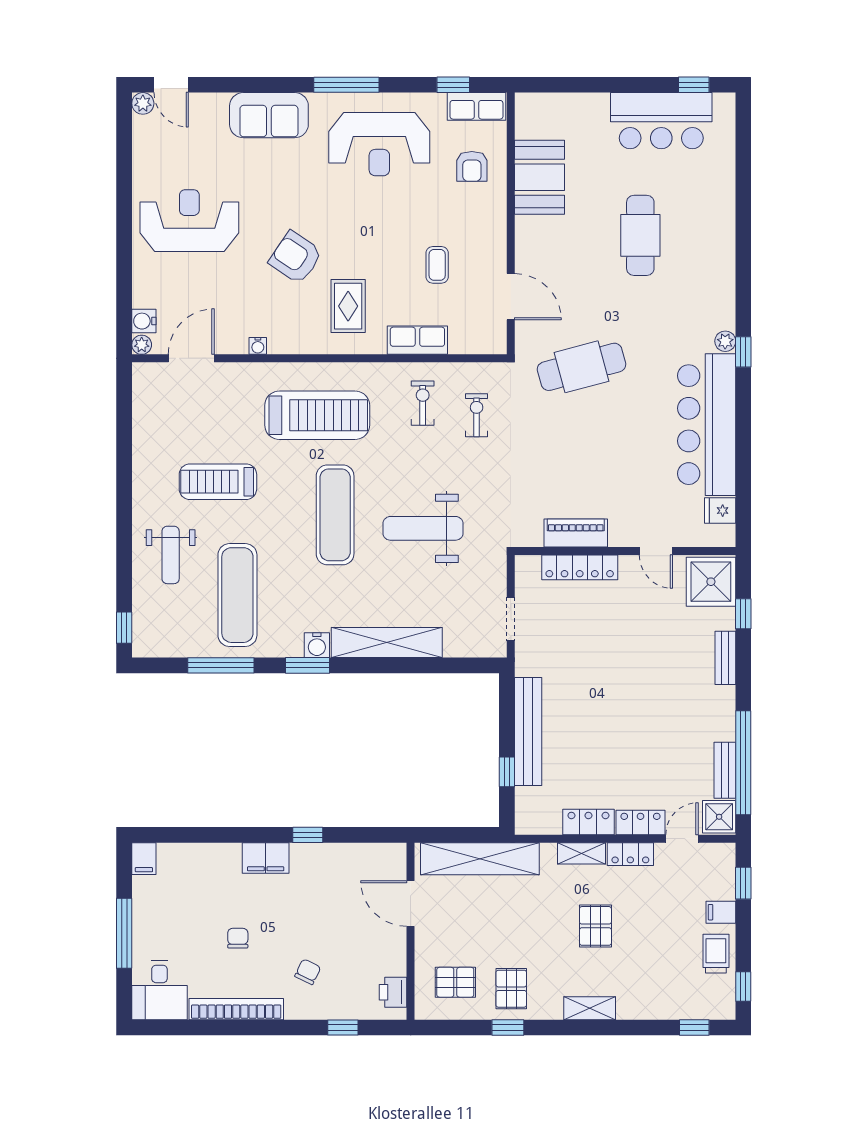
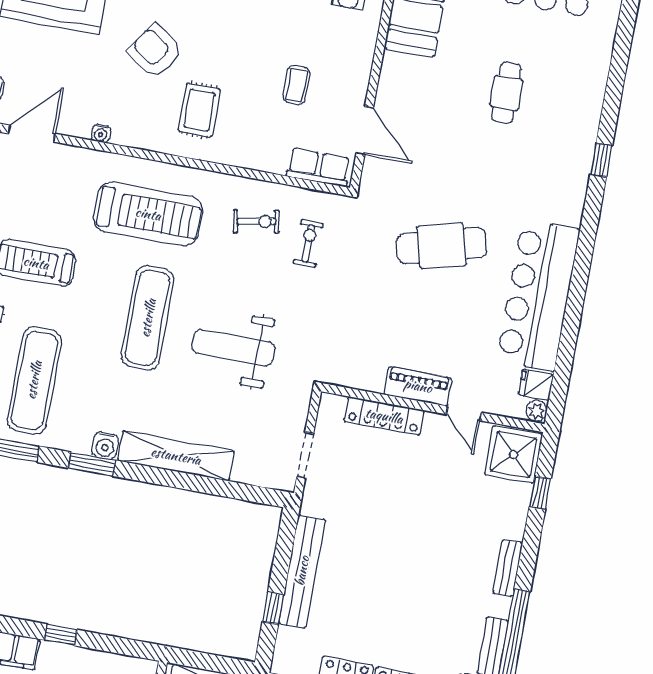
cafe table: (640, 235) -> (506, 93), width x0.73, depth x0.74
row of seats: (417, 340) -> (319, 167), moved
plant: (725, 341) -> (536, 411), moved
window: (743, 352) -> (601, 160), moved
cafe table: (582, 367) -> (442, 246), moved
exercise bike: (423, 403) -> (256, 221), turned 80
piano: (576, 533) -> (418, 386), moved
bench: (725, 658) -> (508, 568), moved

